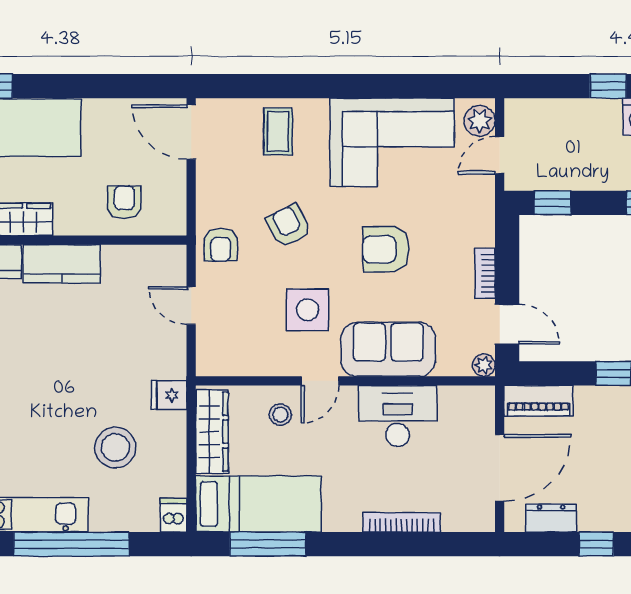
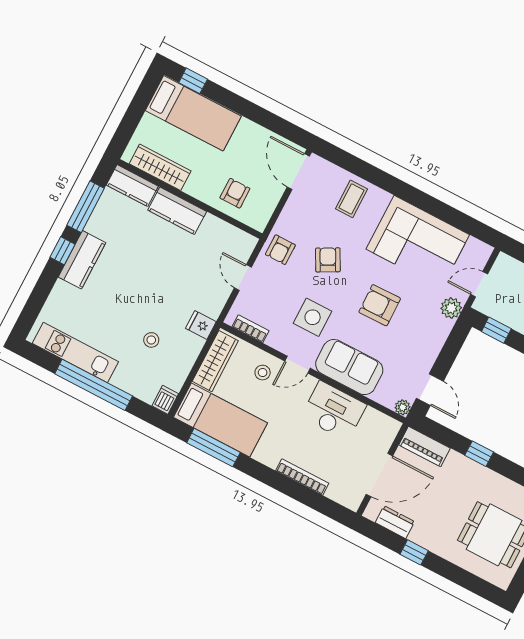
plant: (480, 121) -> (451, 308), moved
bookcase: (485, 273) -> (250, 329), moved, turned 90
stool: (115, 448) -> (151, 340), width x0.53, depth x0.53

